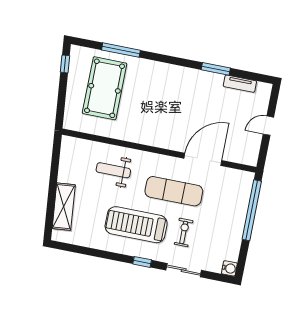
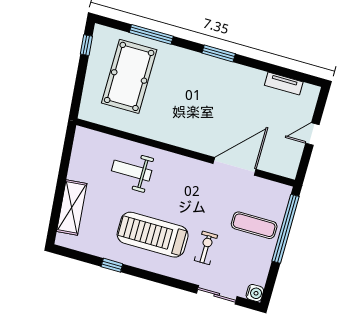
window: (216, 69) -> (219, 53), moved
exercise mat: (174, 191) -> (254, 225), moved, width x0.73, depth x0.69
window: (142, 262) -> (112, 265), moved
sliding door: (184, 270) -> (217, 295), moved

